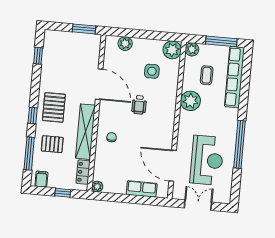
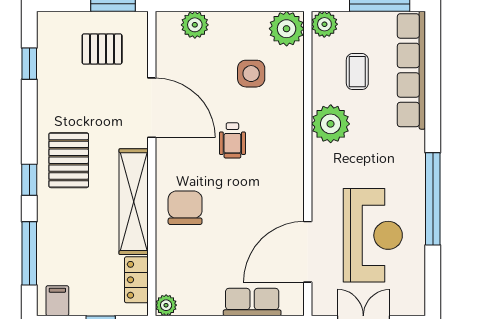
chair: (112, 137) -> (185, 208), width x1.87, depth x1.87
pallet: (52, 144) -> (102, 49), moved
door: (173, 166) -> (308, 252), hinge flipped

